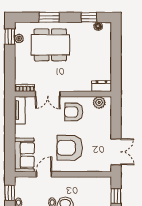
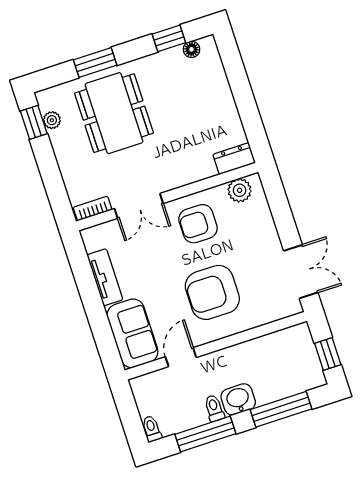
dining table: (50, 45) -> (114, 113), turned 90
tv unit: (20, 110) -> (105, 277), moved
window: (10, 193) -> (129, 413), removed

